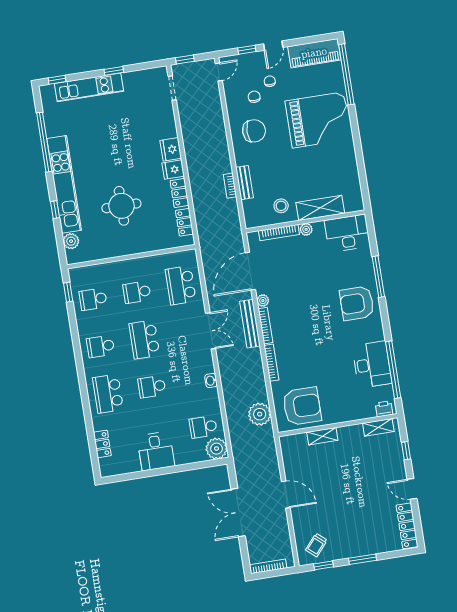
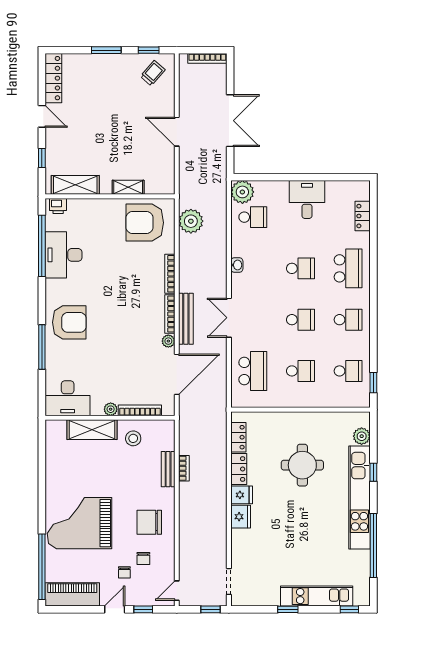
school desk: (144, 339) -> (300, 320), width x0.54
shelving: (378, 427) -> (75, 185), width x1.50, depth x1.33

